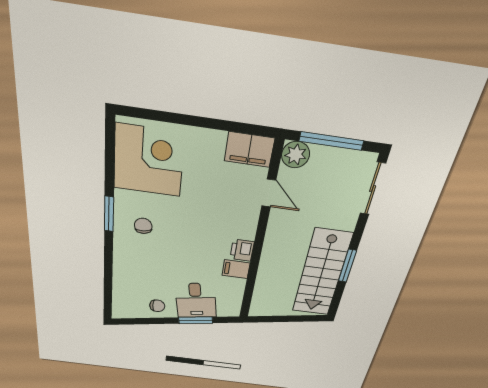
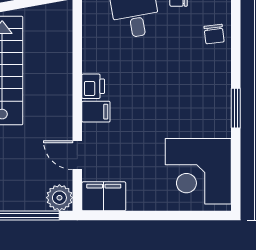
chair: (143, 226) -> (214, 34), moved
filing cabinet: (236, 269) -> (96, 112), moved

